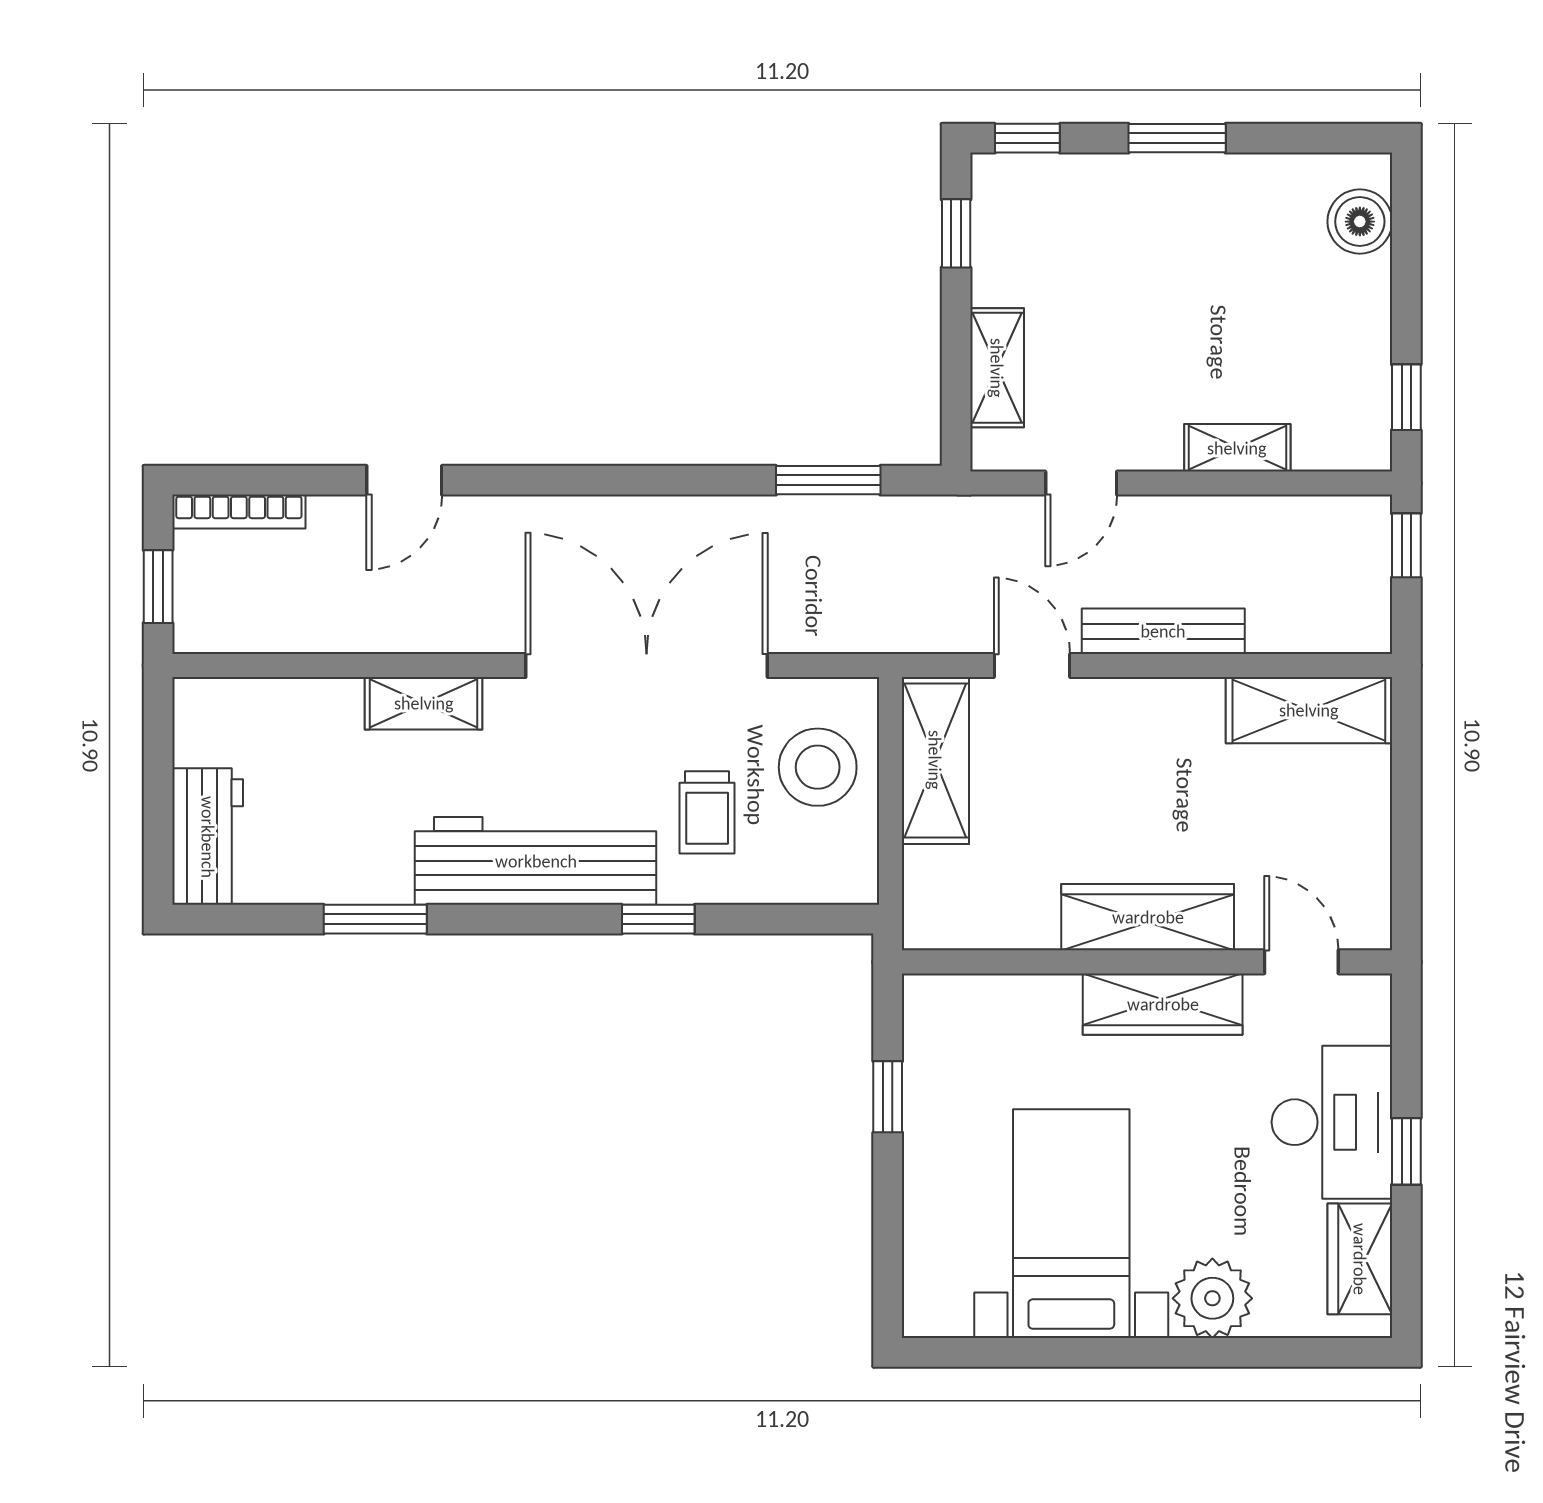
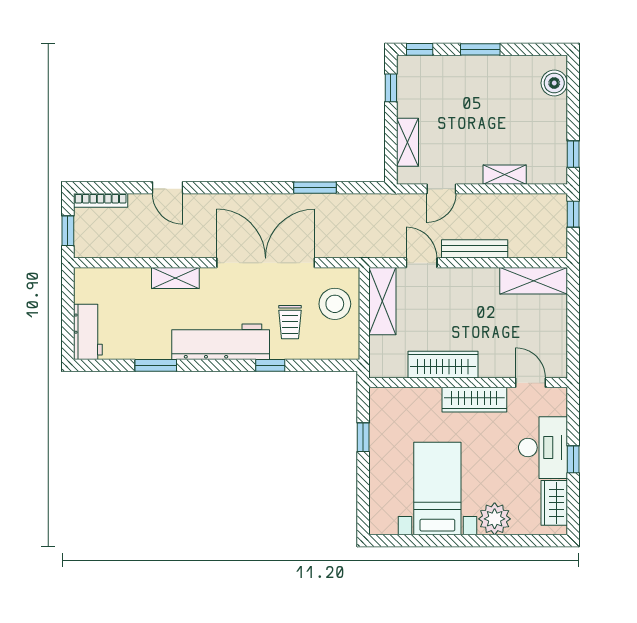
door: (404, 480) -> (168, 188), hinge flipped
window: (828, 480) -> (315, 188), moved
wardrobe: (1148, 917) -> (443, 365), moved

